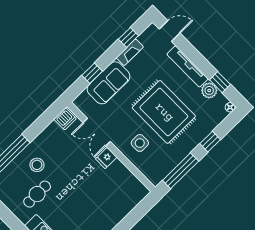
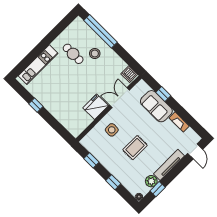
window: (128, 37) -> (190, 121), removed
rug: (164, 112) -> (135, 148), width x0.54, depth x0.49
fridge: (106, 158) -> (96, 107), width x1.88, depth x1.34
window: (181, 171) -> (91, 160), width x0.46

